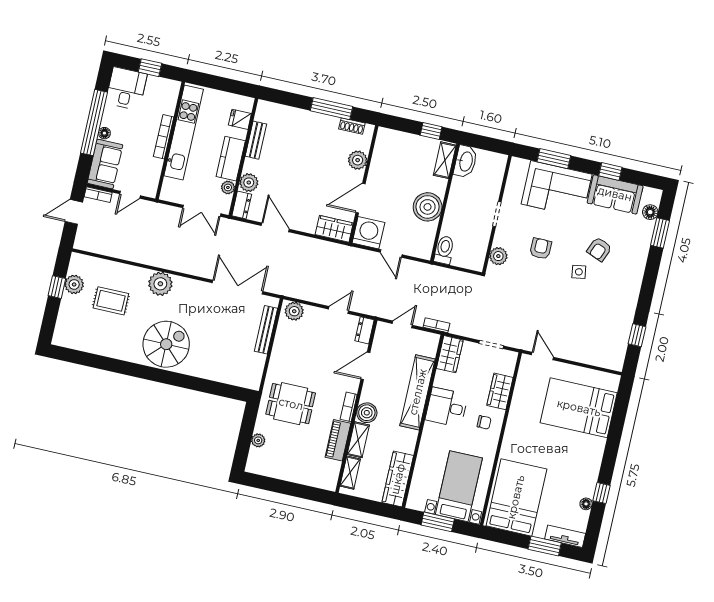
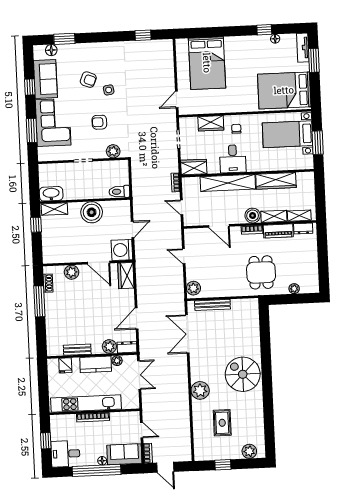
plant: (74, 284) -> (249, 451), moved
dresser: (364, 330) -> (303, 229), moved
wardrobe: (398, 479) -> (276, 181), moved

